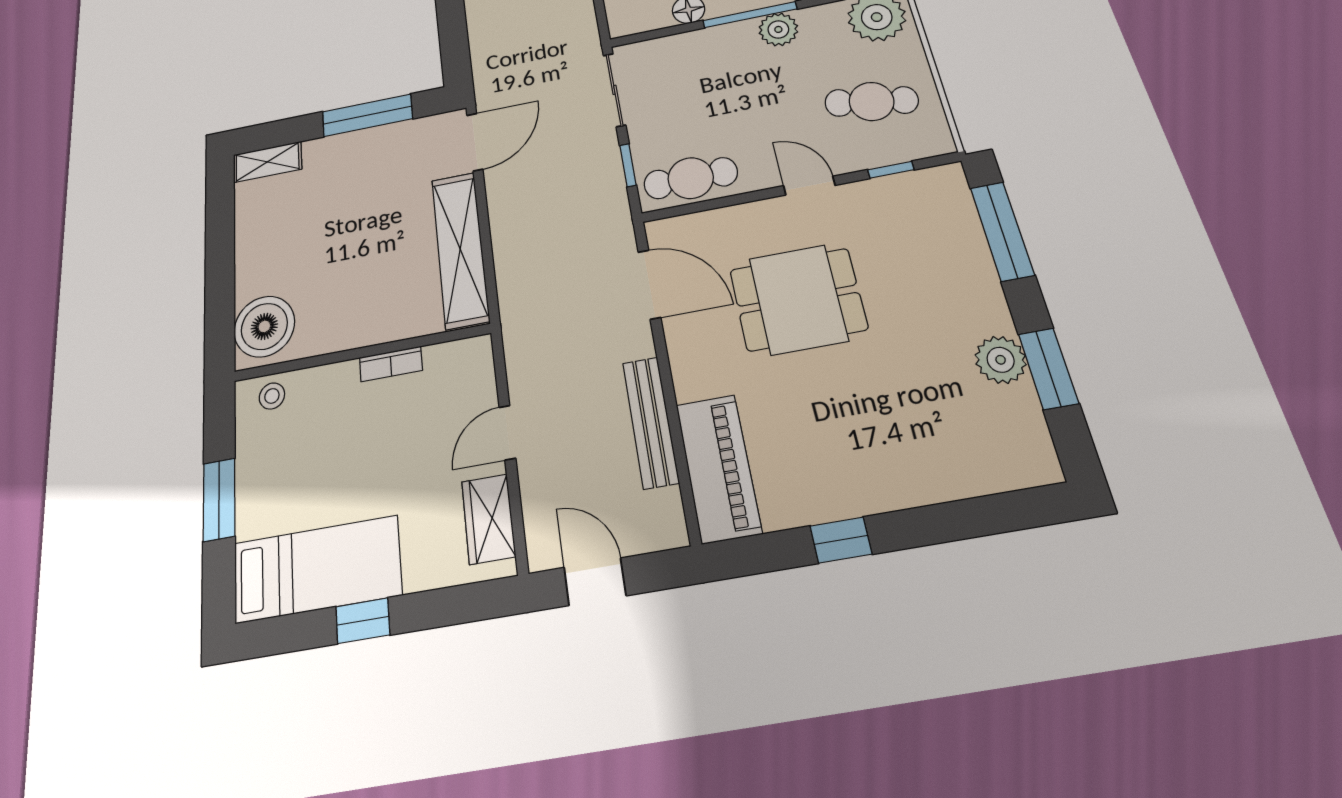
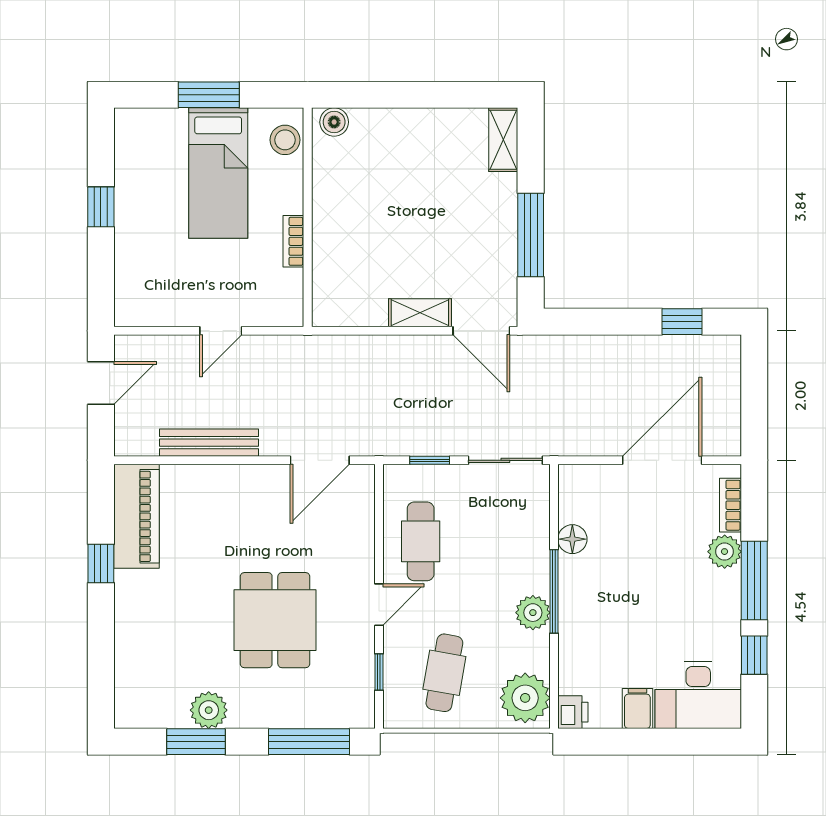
cafe table: (691, 178) -> (421, 541), moved
shelving: (460, 249) -> (420, 313), width x0.45, depth x0.75
dining table: (798, 299) -> (275, 620), moved
boiler: (264, 326) -> (334, 122), width x0.54, depth x0.54
stool: (272, 396) -> (285, 140), width x1.37, depth x1.37
door: (507, 433) -> (221, 331), swing flipped
piano: (718, 468) -> (136, 516), moved, turned -90
wardrobe: (488, 519) -> (158, 309), removed
bed: (317, 569) -> (218, 173), moved

